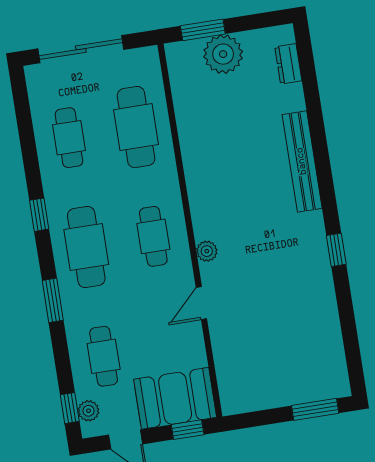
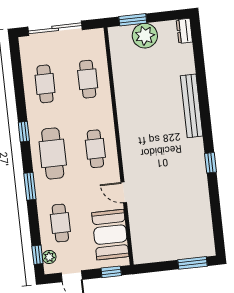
dresser: (288, 64) -> (184, 31), moved
cafe table: (136, 127) -> (88, 79), width x0.73, depth x0.74
plant: (207, 251) -> (129, 160), removed
door: (201, 303) -> (124, 192), hinge flipped
booth: (175, 398) -> (110, 235), moved, turned 90

